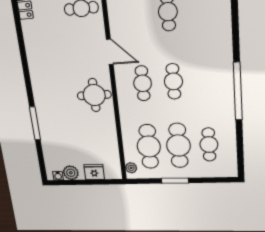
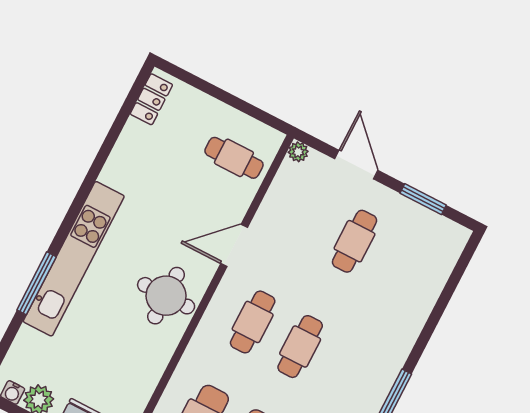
door: (110, 52) -> (234, 246), swing flipped
kitchen unit: (43, 103) -> (74, 259), added

